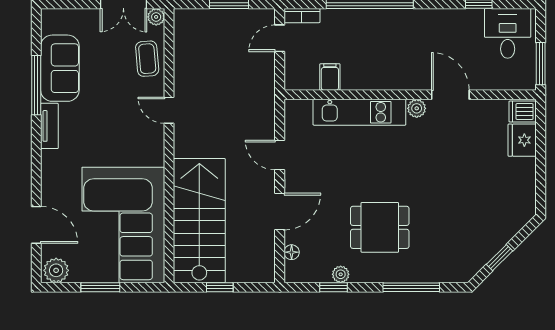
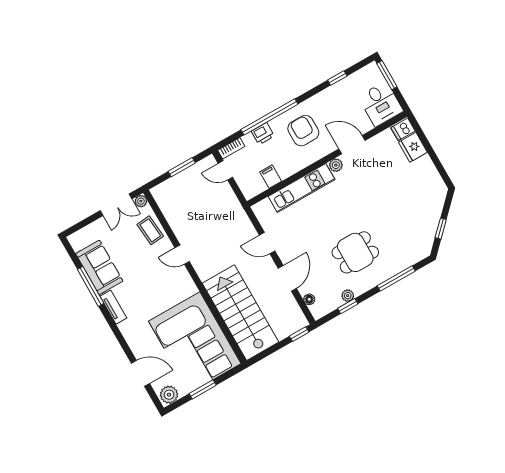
printer: (350, 20) -> (263, 134), added
desk: (508, 33) -> (381, 104), moved, turned 180
door: (280, 38) -> (225, 170), hinge flipped
armchair: (401, 44) -> (303, 131), added
window: (541, 64) -> (387, 75), moved
window: (220, 287) -> (299, 334), moved

